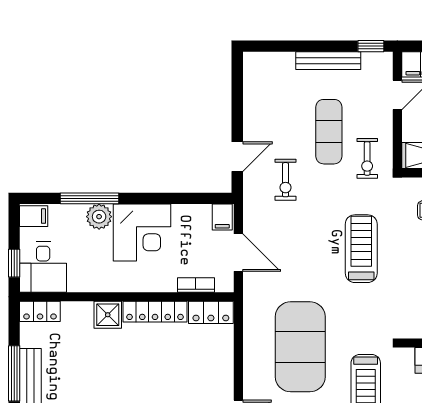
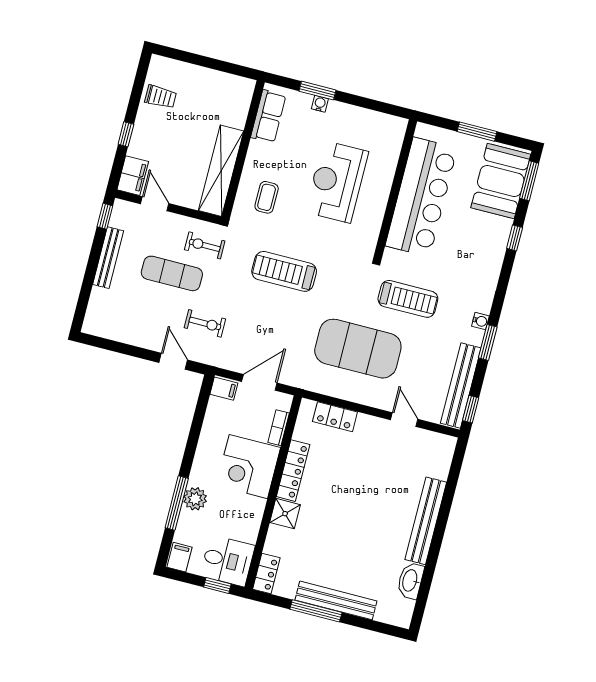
exercise bike: (367, 158) -> (205, 245), turned 180
corner desk: (142, 233) -> (248, 467), moved, turned 180
locker: (211, 312) -> (335, 417), moved, turned 90

